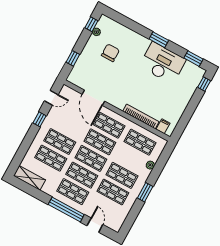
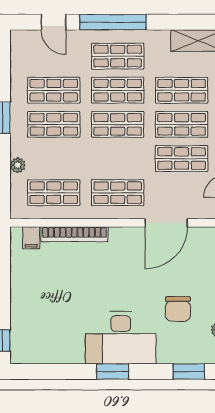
window: (194, 59) -> (189, 372), moved
desk: (163, 63) -> (121, 338), moved
door: (93, 98) -> (166, 223), swing flipped
shop shelf: (100, 142) -> (182, 159), moved

